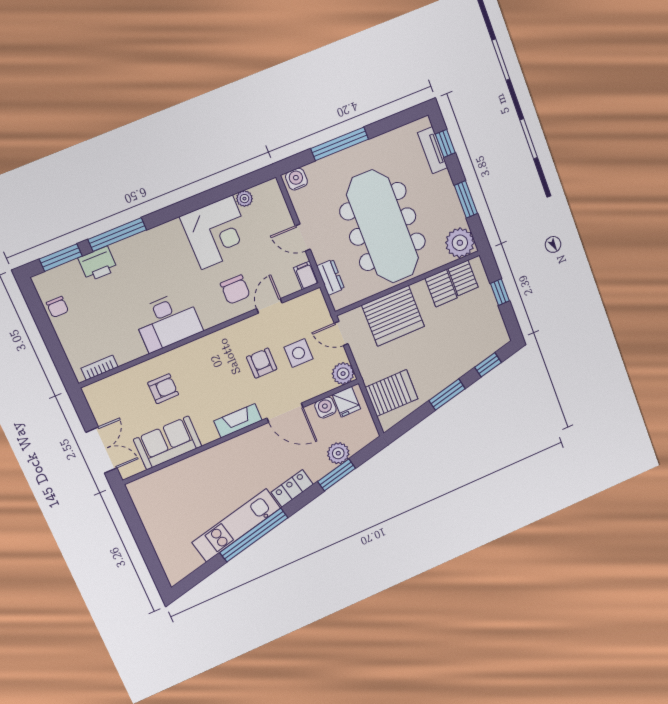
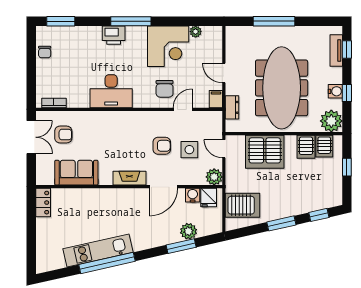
water cooler: (296, 179) -> (335, 91), moved, turned 90
window: (466, 199) -> (347, 93), width x0.67
window: (117, 235) -> (131, 21), moved
printer: (98, 264) -> (114, 35), moved
armchair: (262, 363) -> (162, 146), turned 90
armchair: (163, 389) -> (63, 135), moved
door: (285, 413) -> (163, 187), hinge flipped
double door: (101, 450) -> (31, 137), moved
locker: (292, 488) -> (43, 203), moved, turned 103

